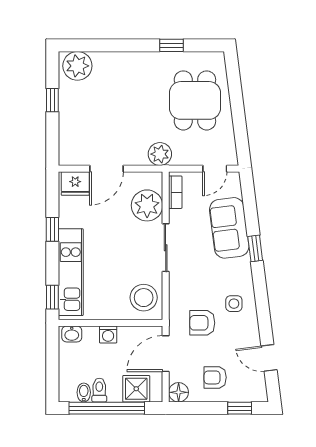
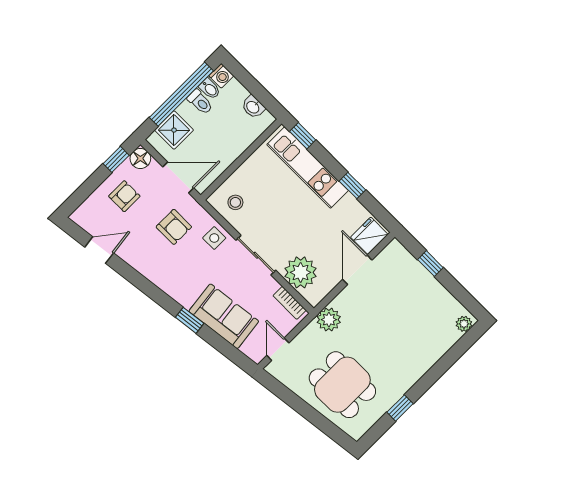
plant: (77, 66) -> (464, 324), width x0.53, depth x0.53
window: (52, 100) -> (430, 264), moved
stool: (144, 298) -> (235, 202), width x0.53, depth x0.53
side table: (234, 304) -> (214, 238), moved
armchair: (202, 323) -> (174, 227), turned 90
washbasin: (72, 334) -> (253, 107), moved, turned -90
washing machine: (108, 335) -> (221, 76), moved, turned 180
door: (166, 354) -> (178, 177), hinge flipped
window: (240, 408) -> (116, 159), moved

